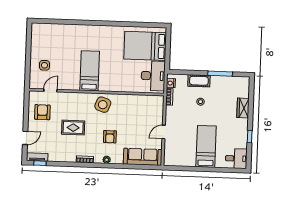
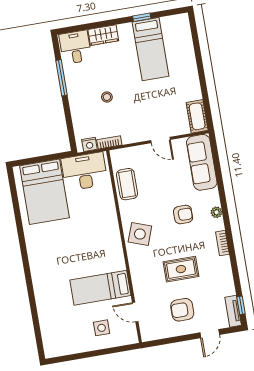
bed: (90, 71) -> (100, 288), moved
cot: (199, 81) -> (197, 116), moved
coffee table: (138, 103) -> (127, 184), added
armchair: (42, 112) -> (182, 310), moved
rug: (73, 128) -> (181, 269), turned 90
door: (25, 138) -> (210, 334), swing flipped
bed: (206, 146) -> (151, 49), moved, turned -90
desk: (236, 158) -> (75, 47), moved

